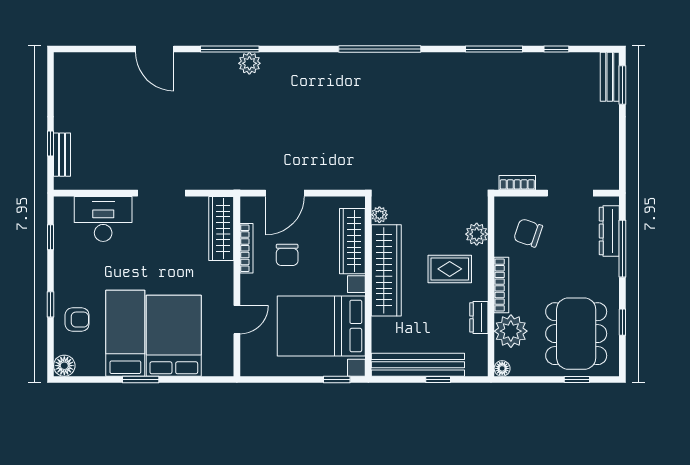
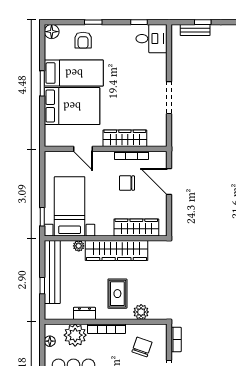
plant: (379, 215) -> (79, 246), moved
desk: (103, 219) -> (151, 39), moved, width x0.73
wardrobe: (221, 228) -> (125, 138), moved
bed with nightstands: (321, 326) -> (70, 206), width x0.73
floor lamp: (502, 368) -> (50, 341), moved

